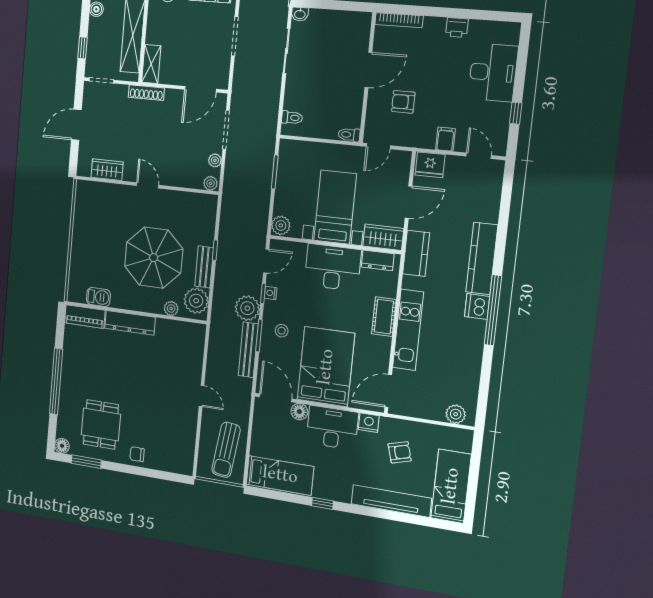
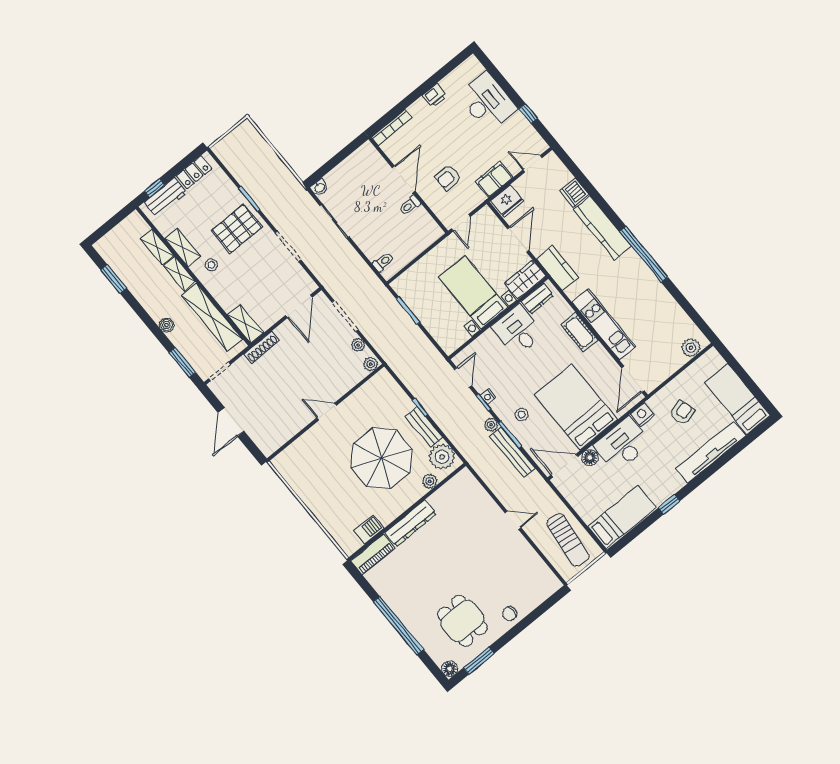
window: (82, 48) -> (182, 363), width x1.50
toilet: (349, 135) -> (410, 205), moved
filing cabinet: (445, 139) -> (494, 179), width x2.00
wardrobe: (107, 170) -> (286, 431), removed
plant: (281, 225) -> (449, 343), removed
desk: (333, 267) -> (518, 330), width x0.73
dishwasher: (477, 306) -> (574, 193), moved
plant: (247, 308) -> (491, 425), width x0.53, depth x0.53

